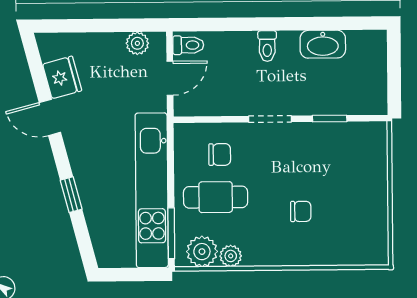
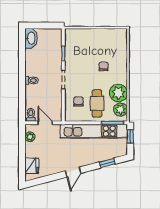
washbasin: (323, 44) -> (31, 38), moved
fridge: (62, 77) -> (32, 166), moved, turned 105
door: (50, 117) -> (73, 172), moved
window: (71, 195) -> (107, 163), moved
plant: (231, 256) -> (118, 93), width x1.88, depth x1.88
window: (140, 274) -> (130, 136), added

